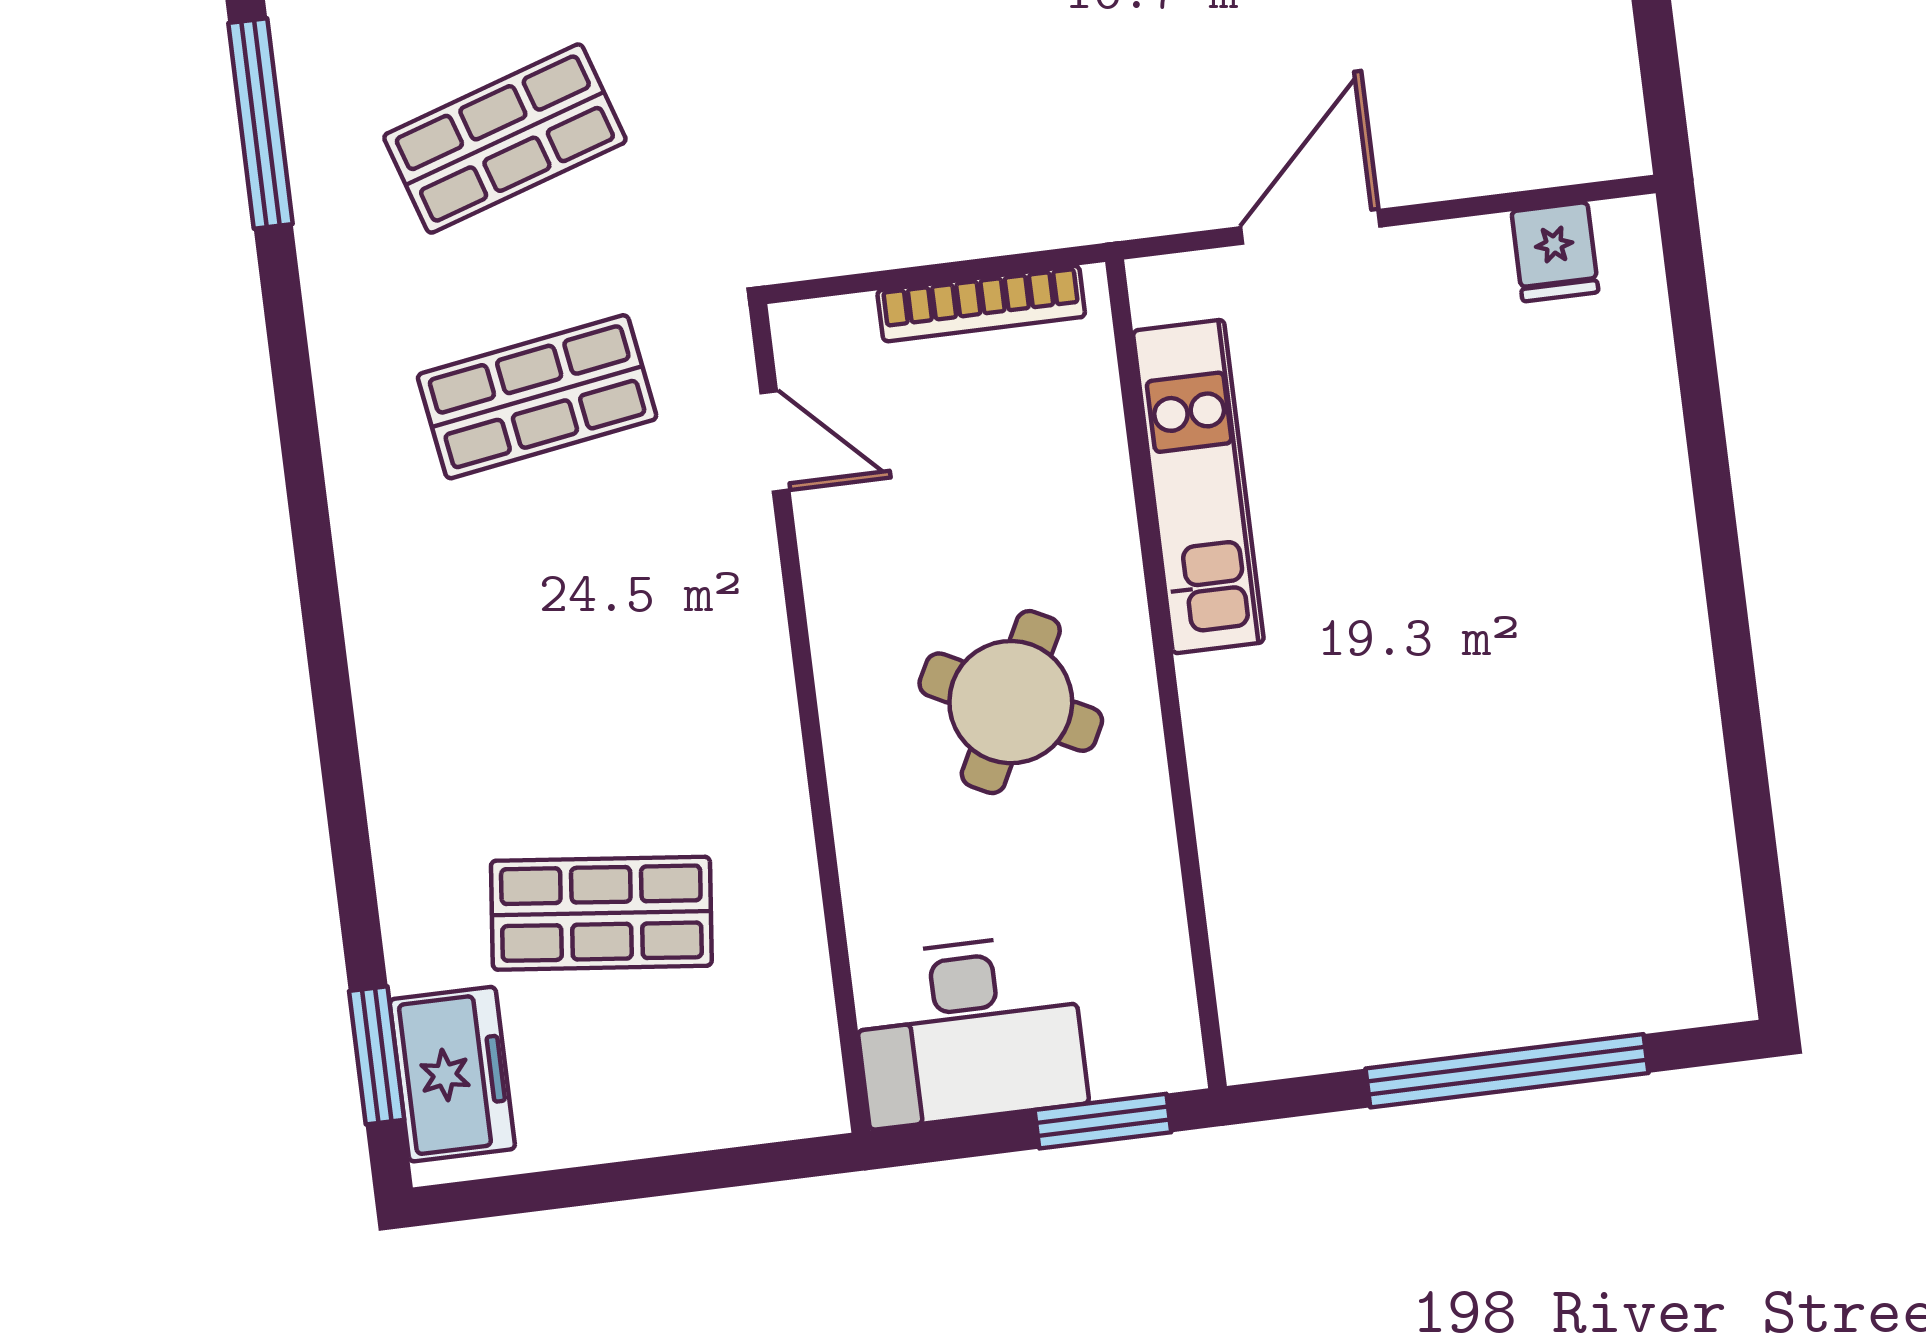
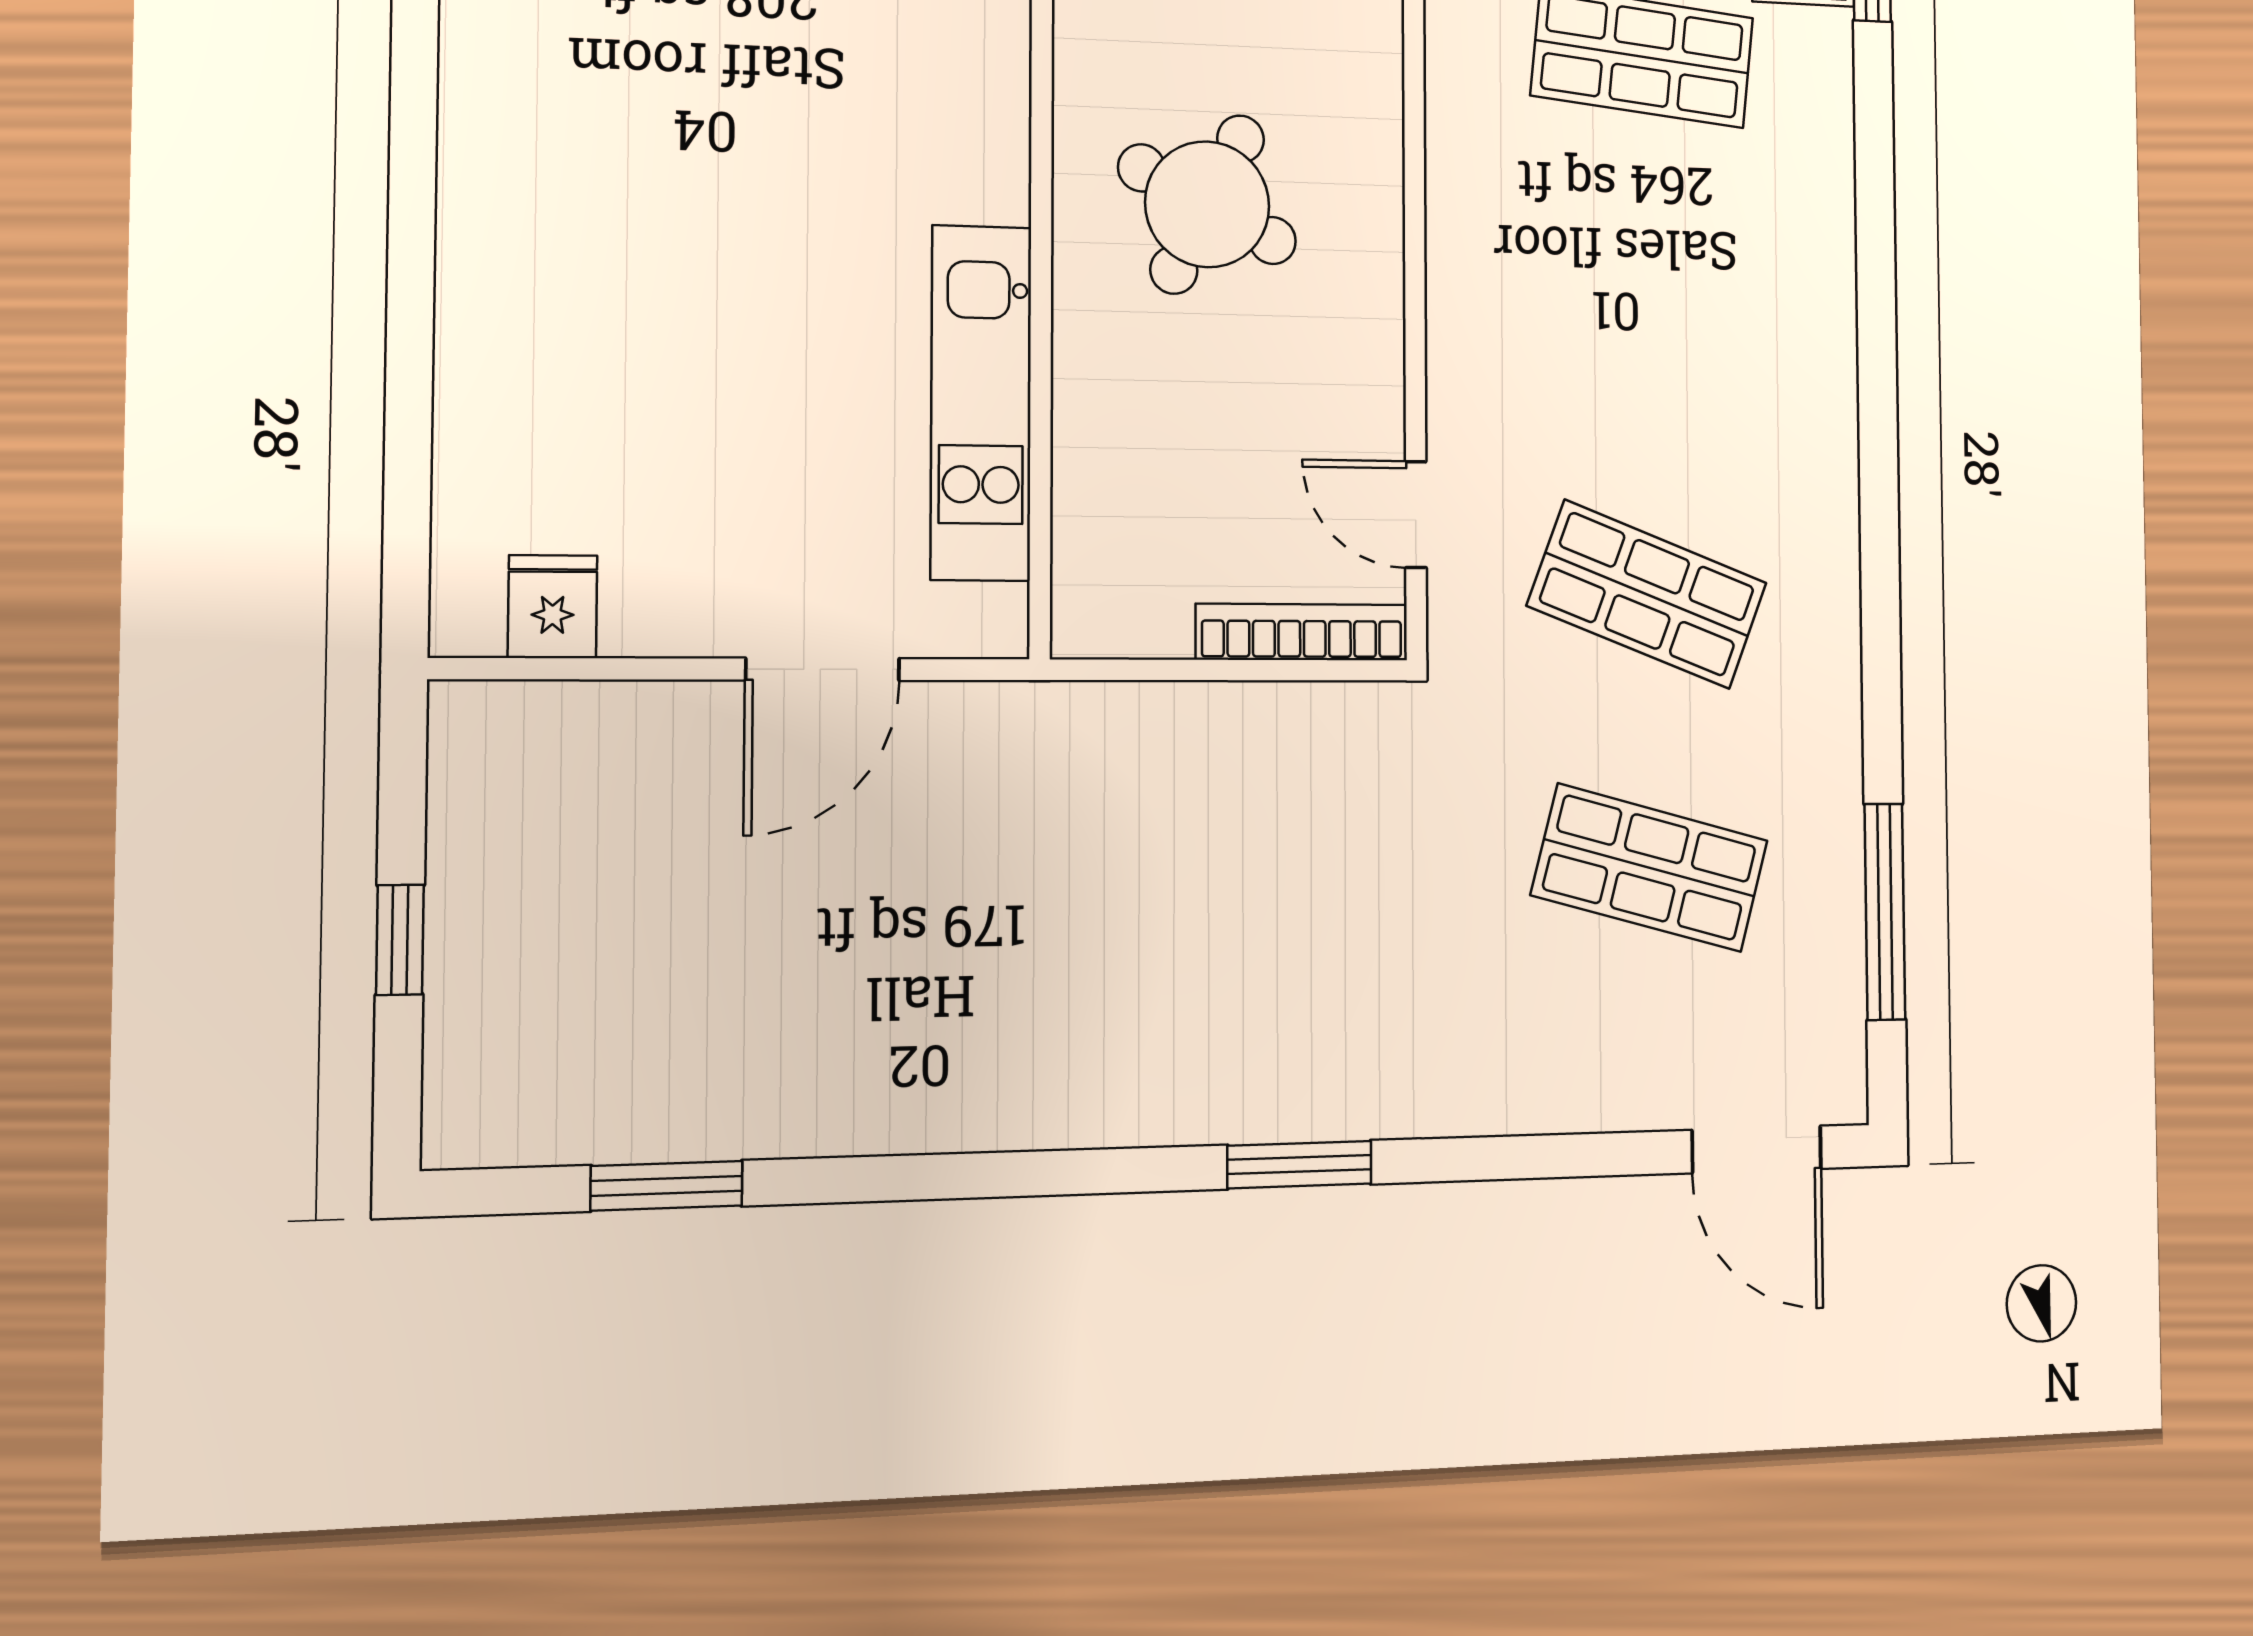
shop shelf: (505, 139) -> (1650, 868), turned 33
bookcase: (981, 304) -> (1302, 632), moved
shop shelf: (537, 397) -> (1647, 594), turned 30

